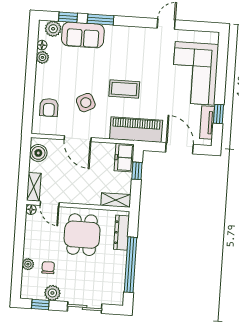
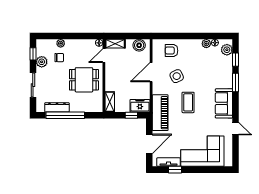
sofa: (83, 35) -> (224, 103), moved
dresser: (121, 233) -> (57, 107), moved

